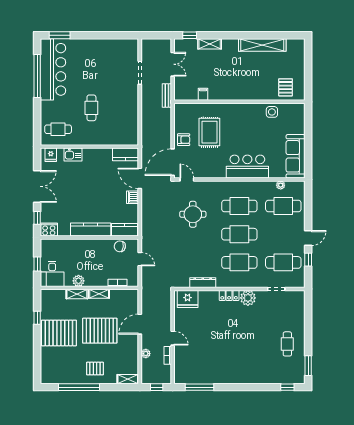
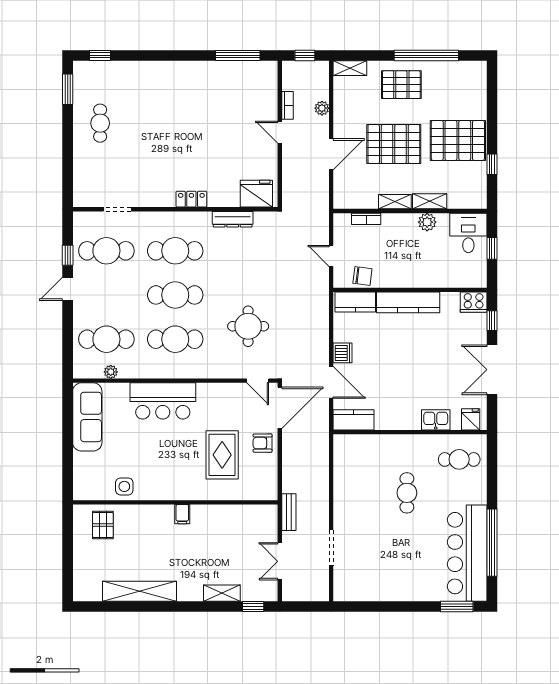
filing cabinet: (203, 94) -> (182, 514), moved
plant: (248, 298) -> (162, 195), removed
pallet: (95, 369) -> (401, 85), width x1.50, depth x1.42

